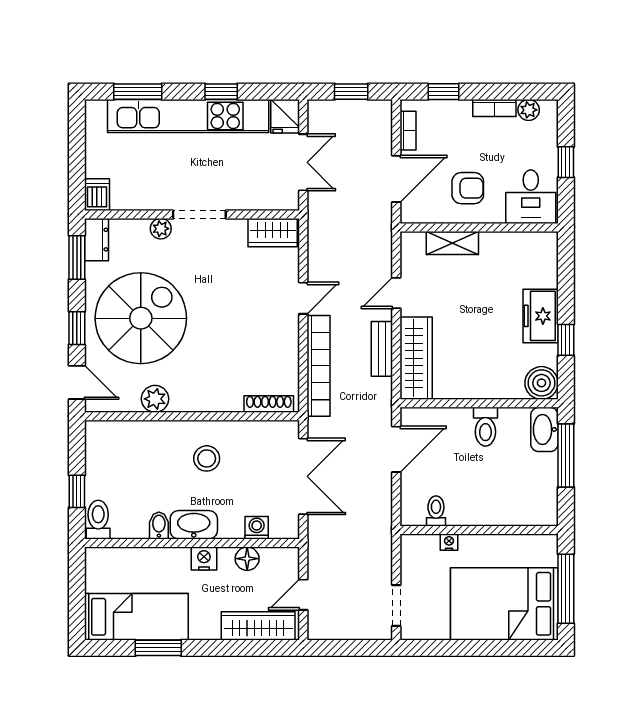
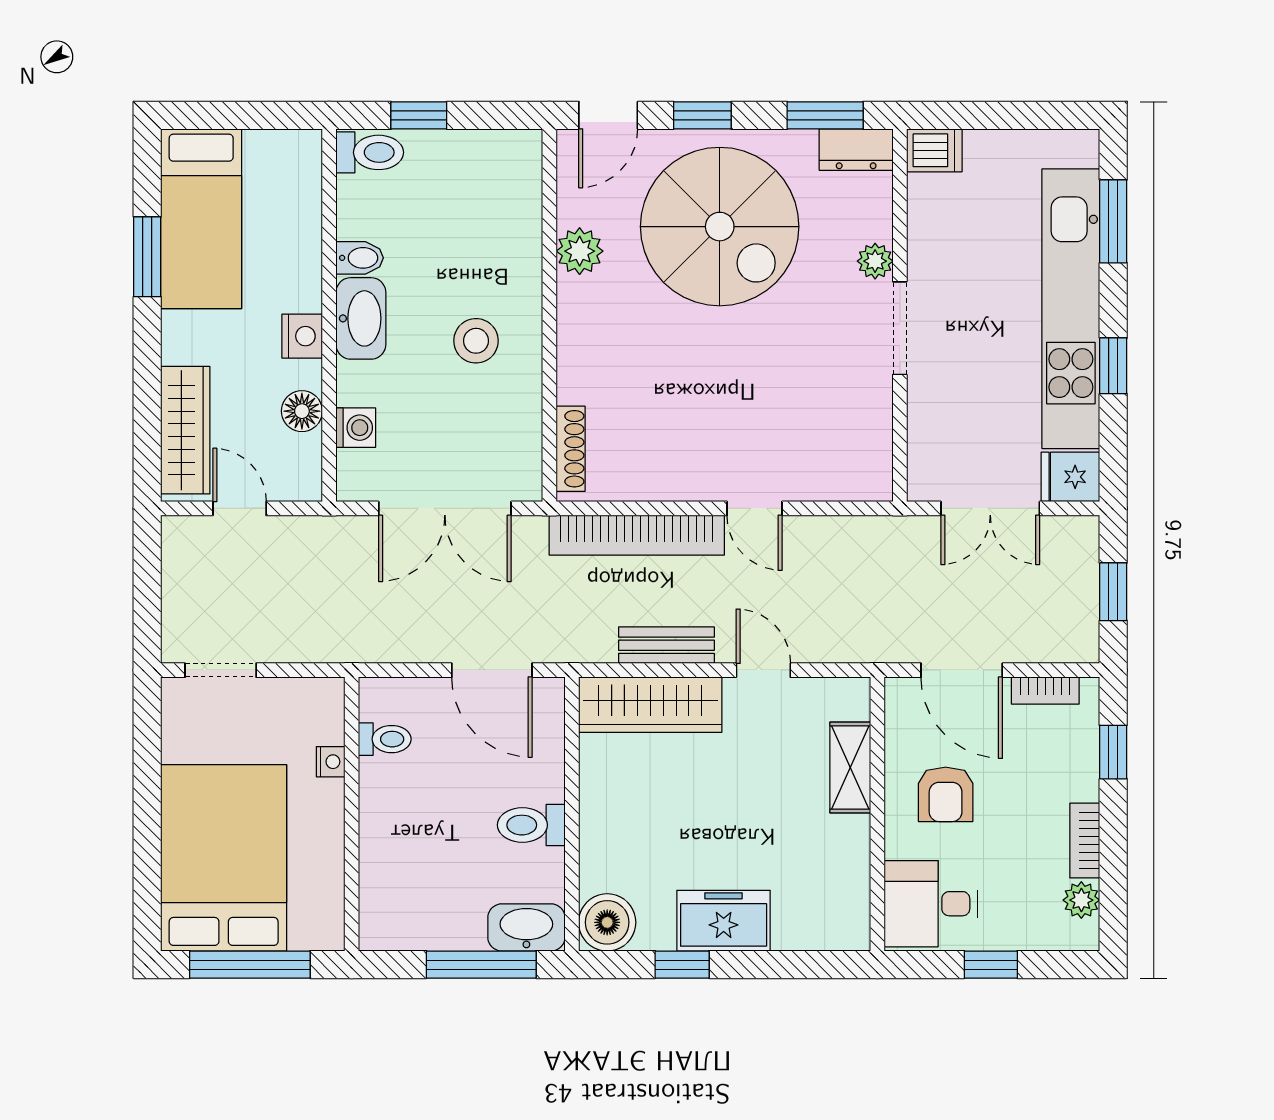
wardrobe: (273, 233) -> (868, 455), removed

